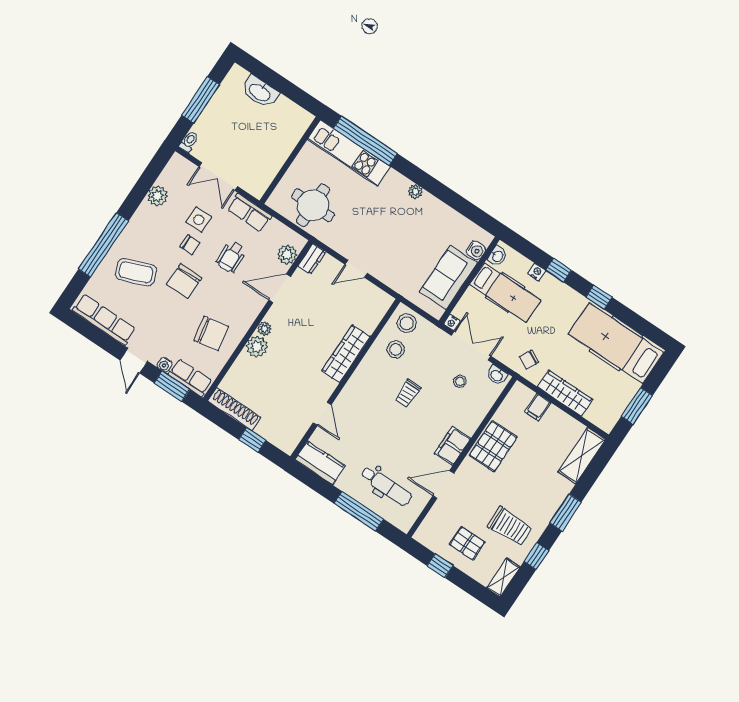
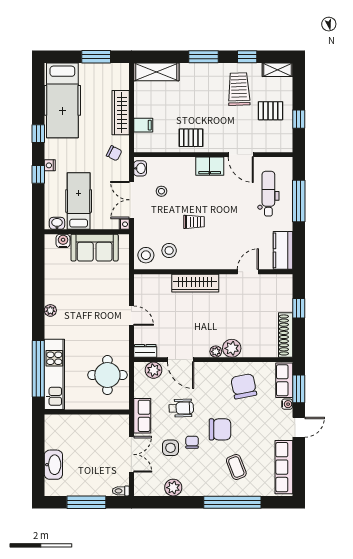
coffee table: (136, 272) -> (236, 467), width x0.73, depth x0.77
nightstand: (537, 272) -> (50, 165), moved
pallet: (493, 446) -> (191, 138), width x0.67, depth x0.71
pallet: (467, 543) -> (271, 111), turned 90

